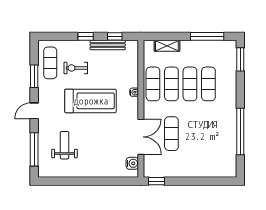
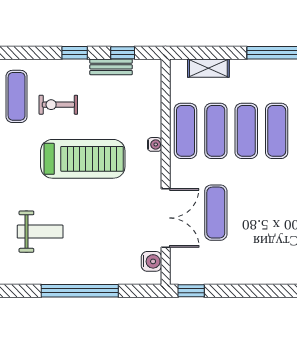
bench: (108, 45) -> (111, 67), width x0.73
weight bench: (65, 145) -> (40, 232), turned 90
window: (89, 181) -> (80, 291), added

